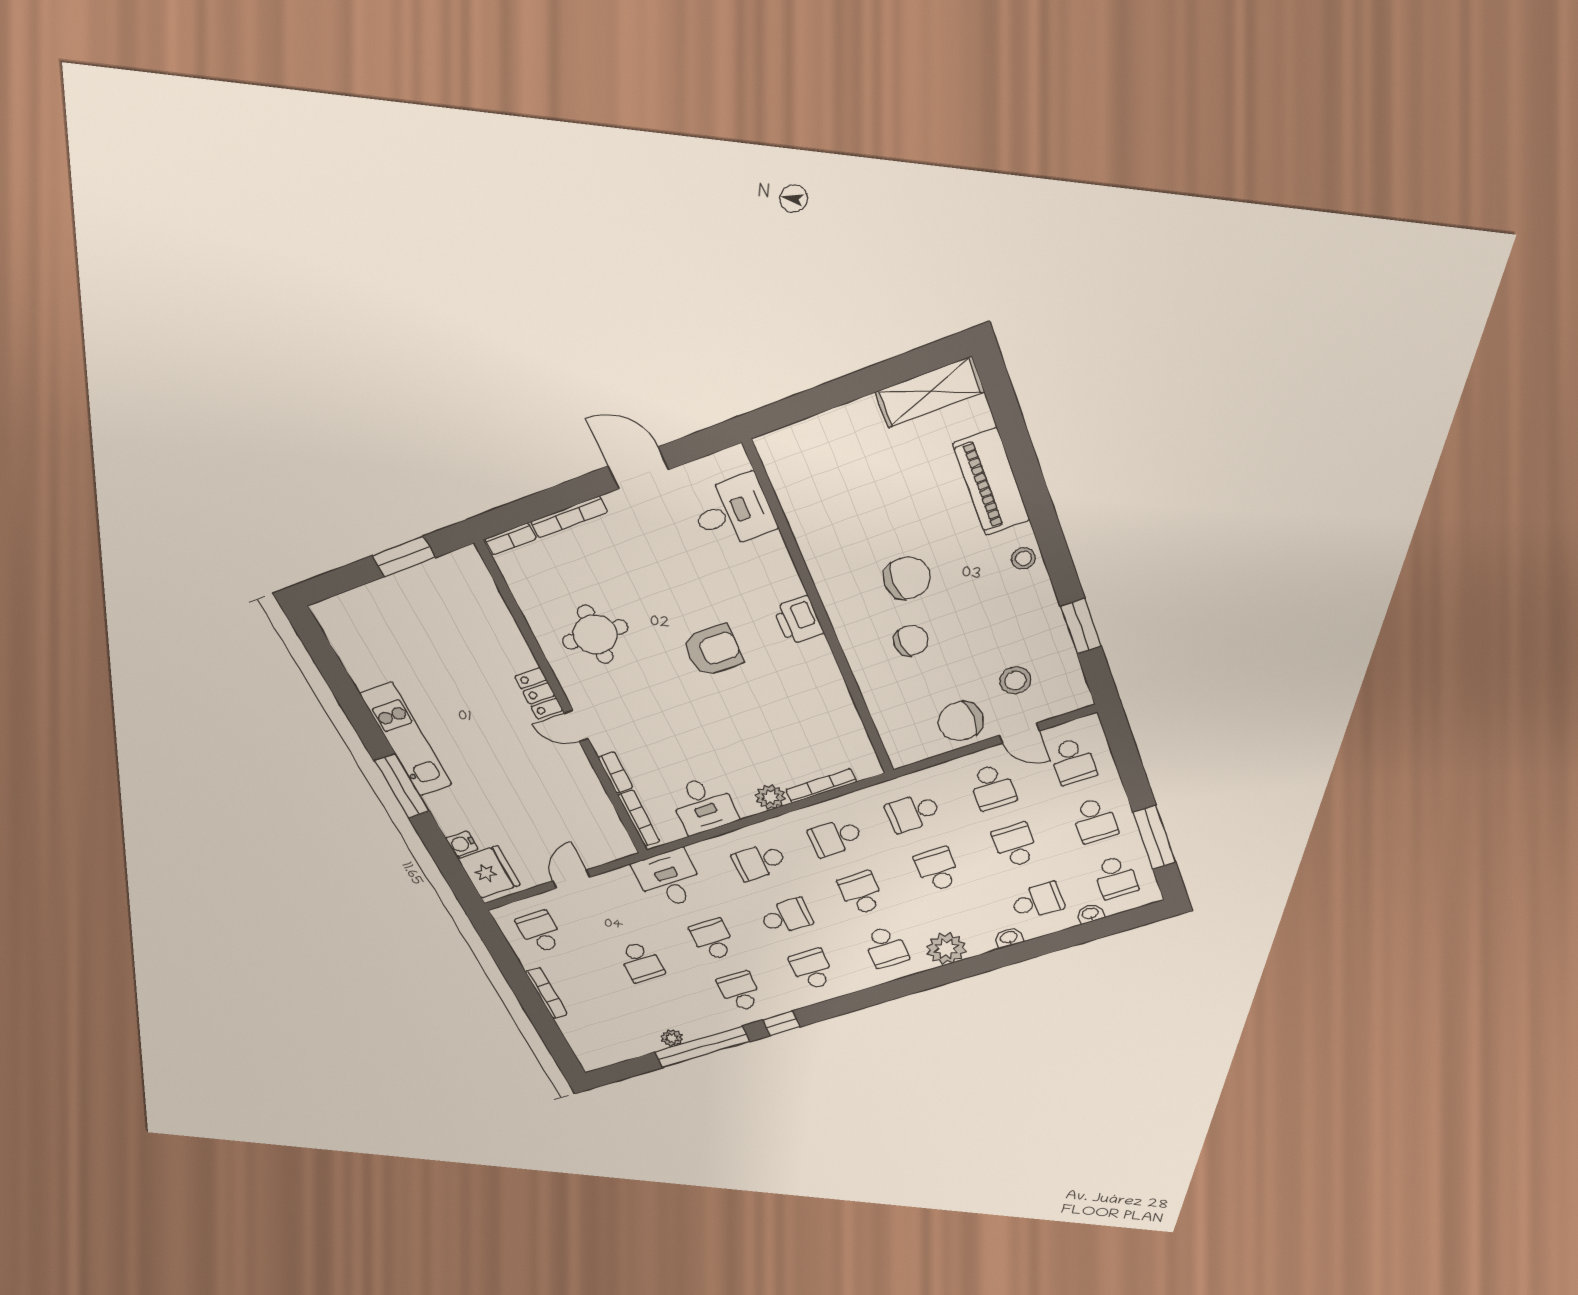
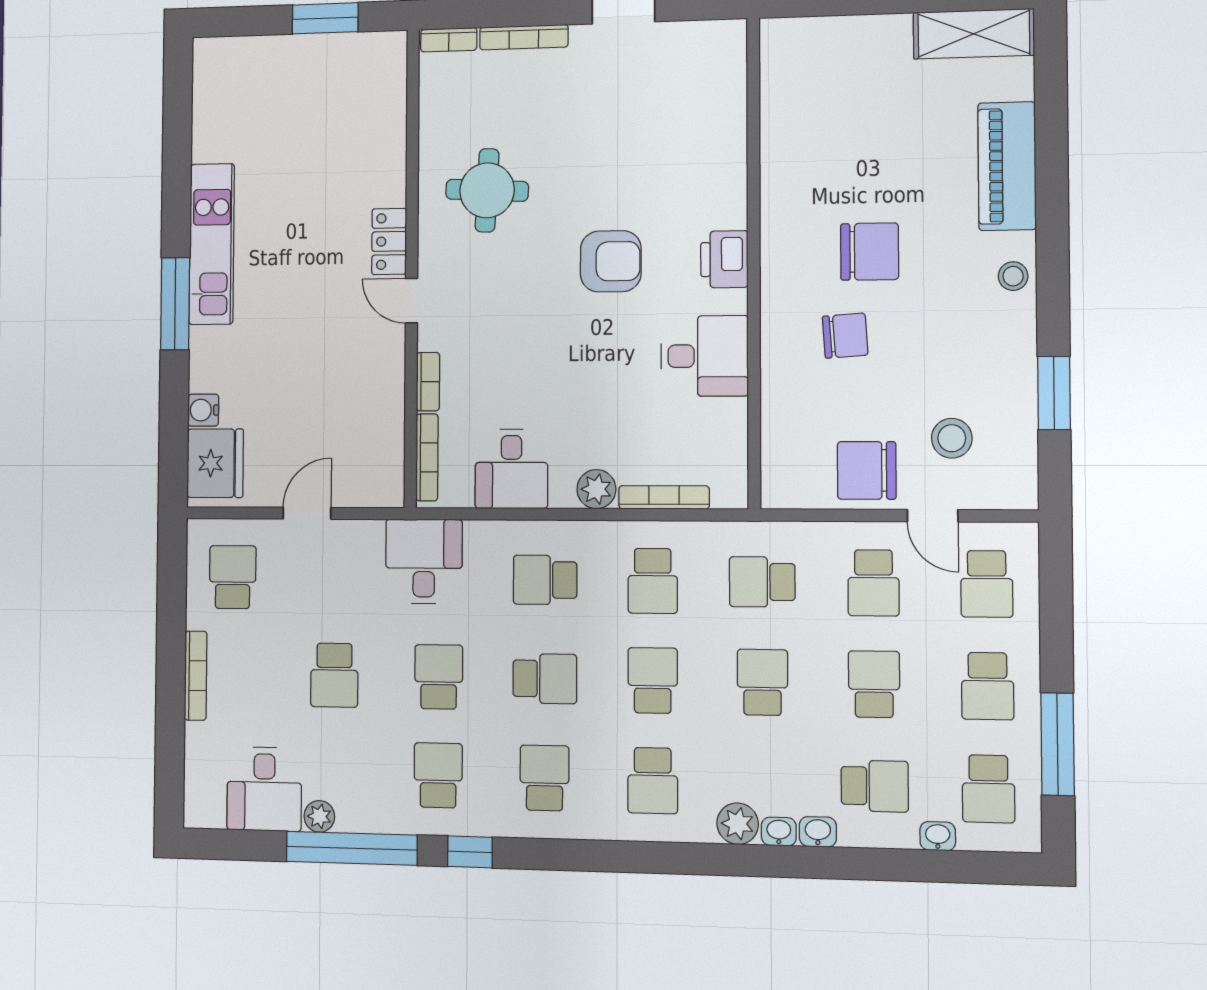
desk: (733, 512) -> (705, 356), moved
school desk: (835, 837) -> (653, 581), turned -90
washbasin: (982, 946) -> (779, 832), added
plant: (946, 949) -> (738, 824), width x0.73, depth x0.73
desk: (627, 1036) -> (264, 789), added

